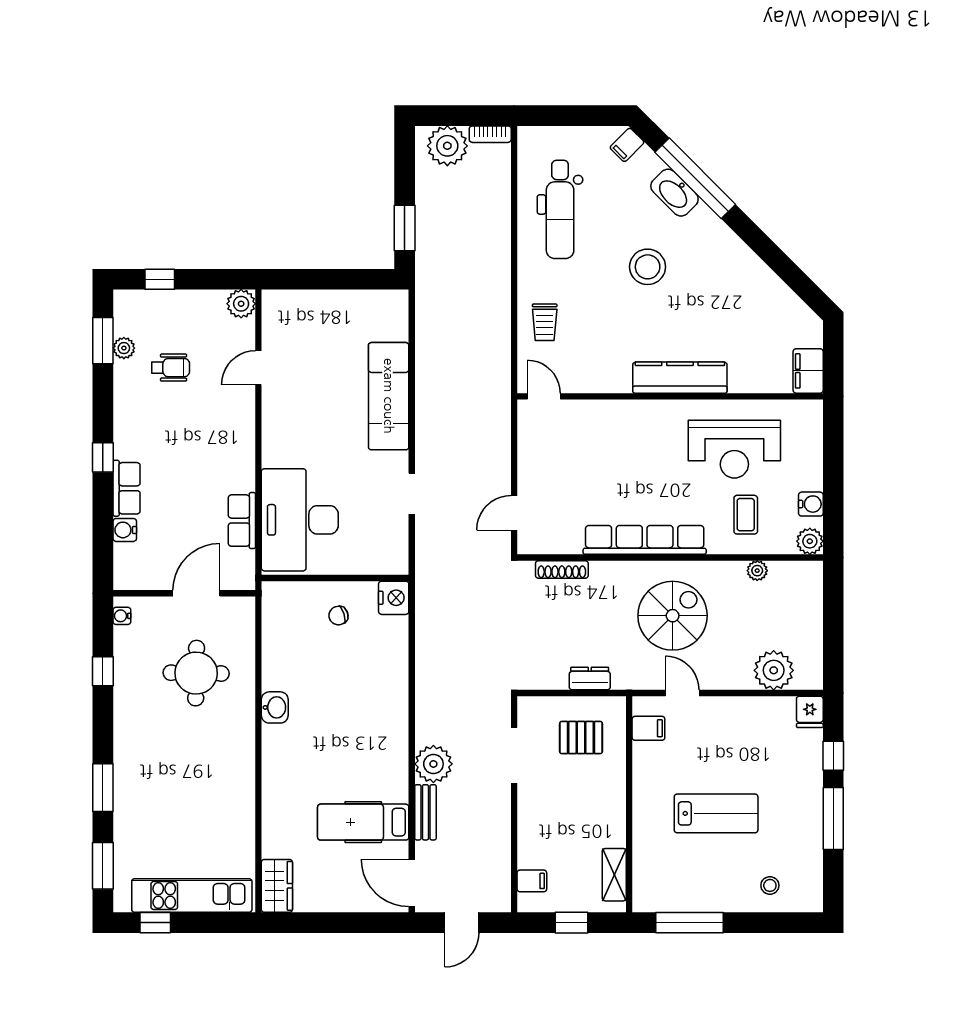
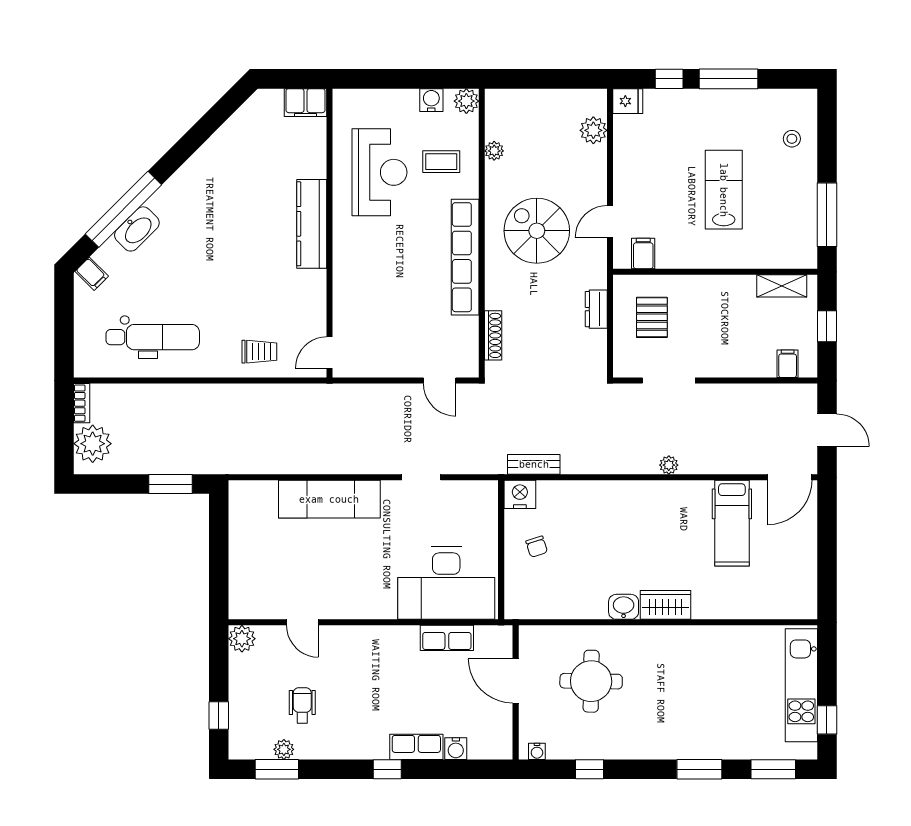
stool: (648, 267) -> (207, 254), removed
plant: (774, 670) -> (593, 130), width x0.73, depth x0.73
plant: (433, 764) -> (669, 465), width x0.53, depth x0.53
bench: (425, 812) -> (534, 464), moved
wardrobe: (277, 886) -> (665, 605), moved

